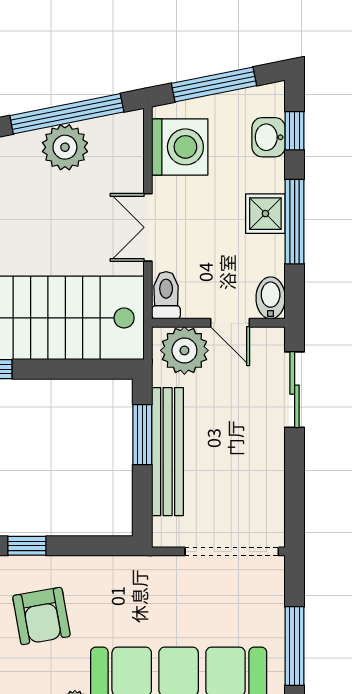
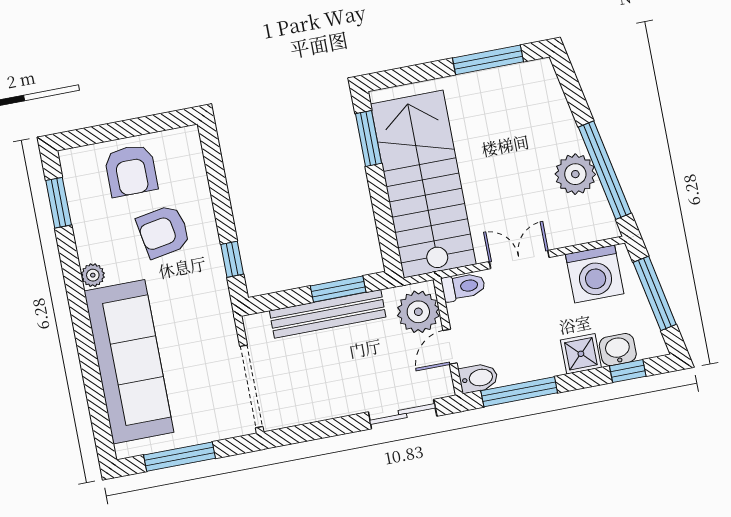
shower: (265, 214) -> (581, 354), moved
window: (295, 222) -> (519, 392), moved
window: (27, 546) -> (232, 259), moved

